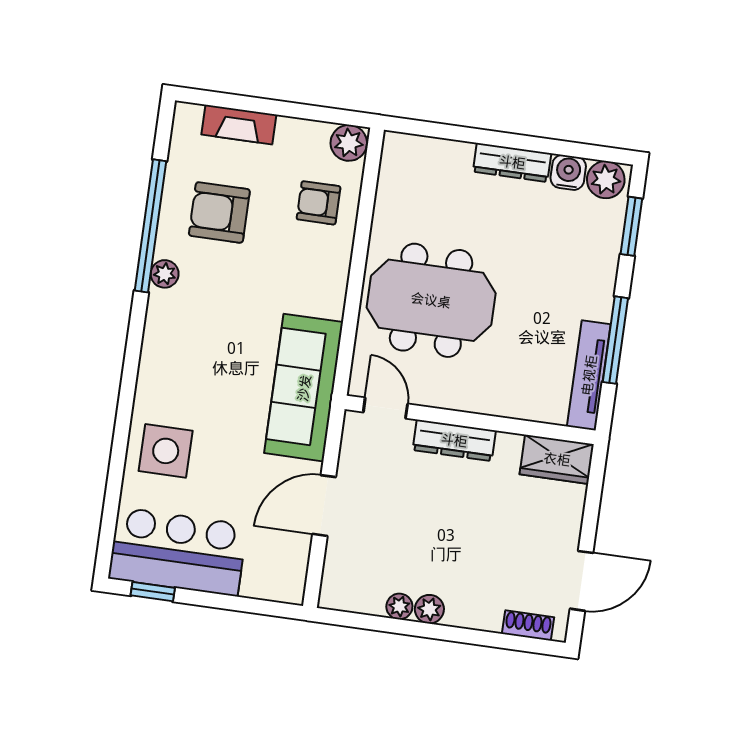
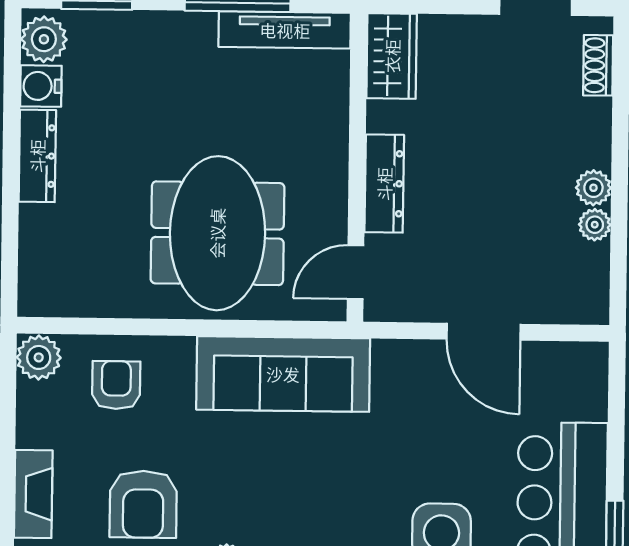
armchair: (319, 203) -> (116, 385), turned 180
sofa: (304, 388) -> (283, 374), moved

